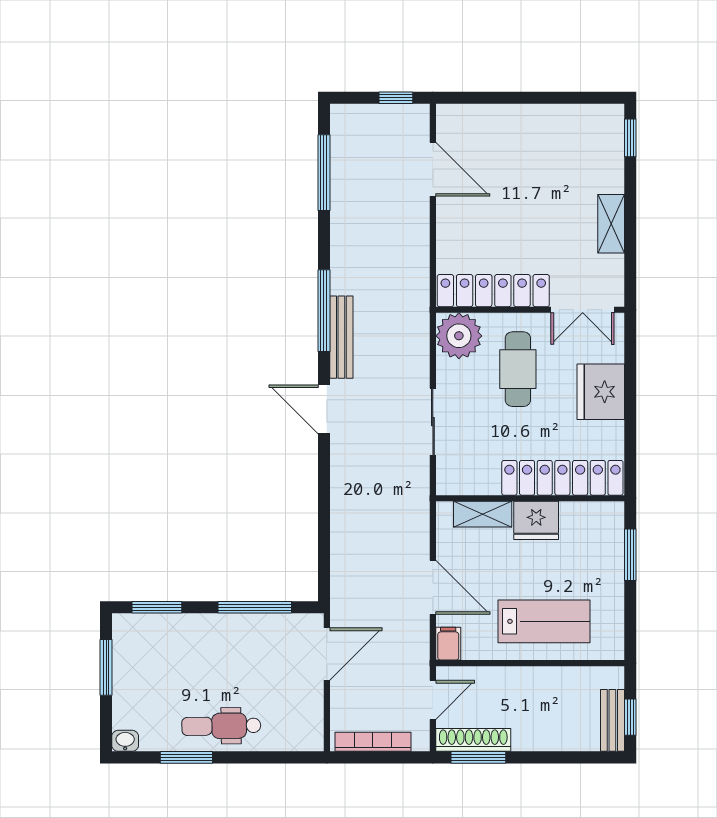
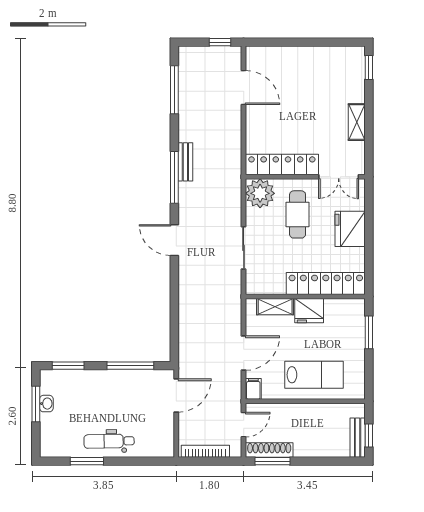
bench: (341, 337) -> (185, 162), moved, width x0.73
door: (433, 587) -> (244, 353), hinge flipped
washbasin: (125, 741) -> (46, 404), moved, turned 90

